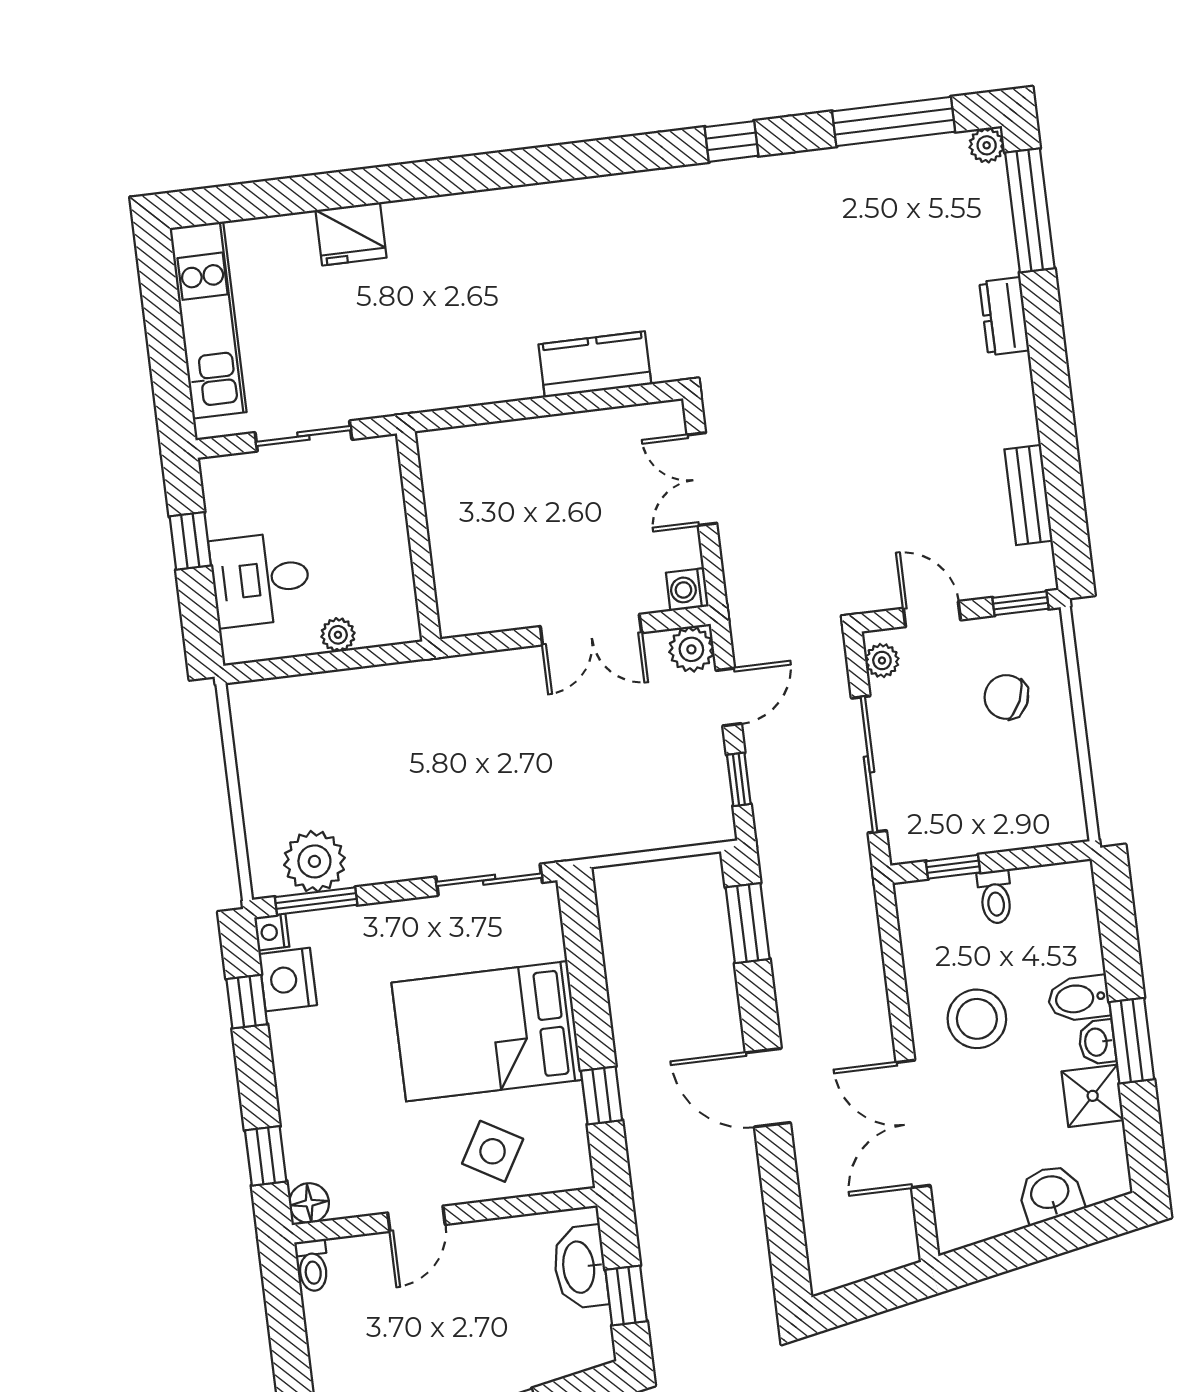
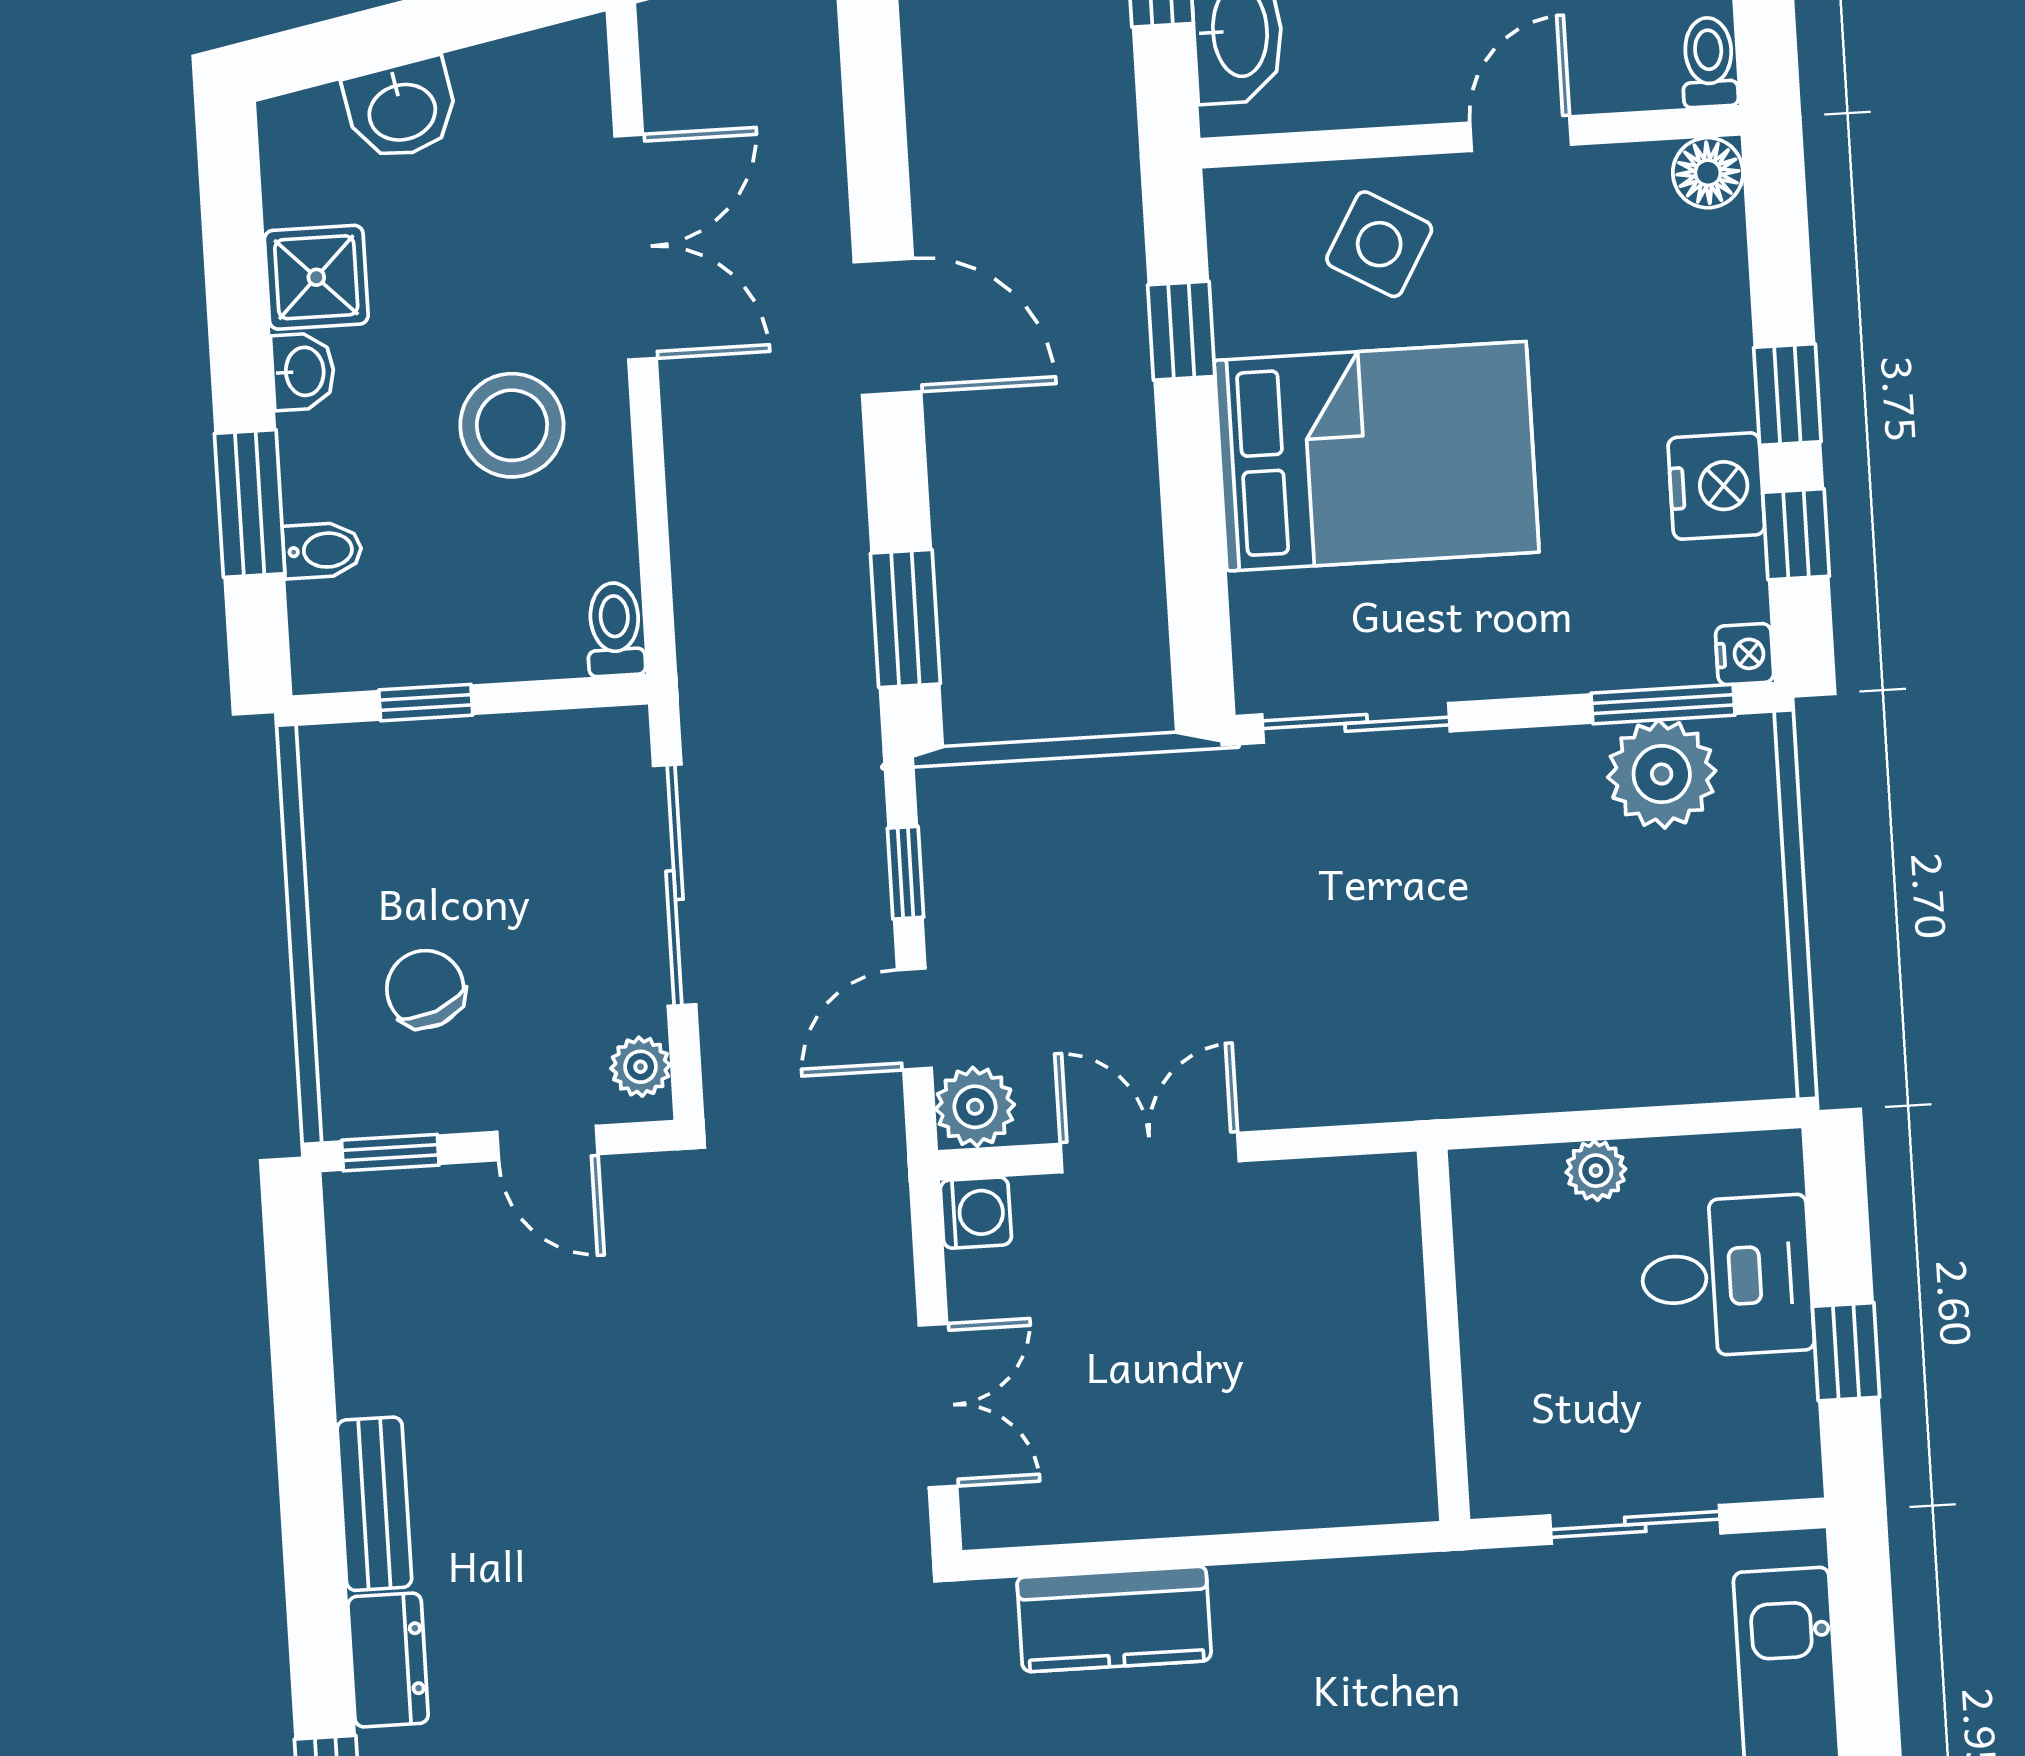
bench: (1029, 495) -> (374, 1504), moved
chair: (1006, 697) -> (425, 989), turned -136
window: (953, 867) -> (426, 703), moved
toilet: (995, 897) -> (615, 629), moved
nightstand: (288, 980) -> (1716, 486), moved
bidet: (1079, 998) -> (322, 550), moved, width x0.72, depth x0.74
window: (1132, 1041) -> (250, 503), moved
window: (266, 1156) -> (1787, 395), moved

